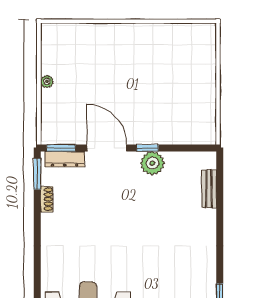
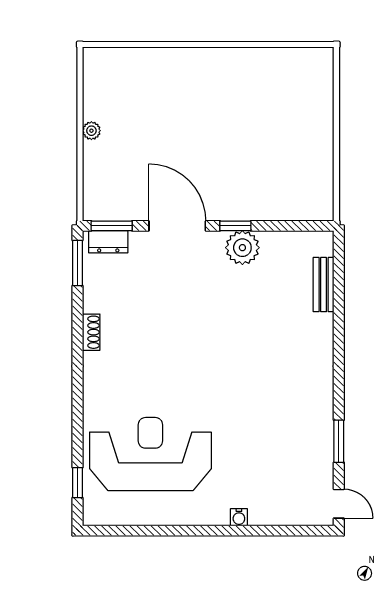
dresser: (65, 159) -> (108, 242), width x0.70
shoe rack: (47, 199) -> (91, 332), moved

